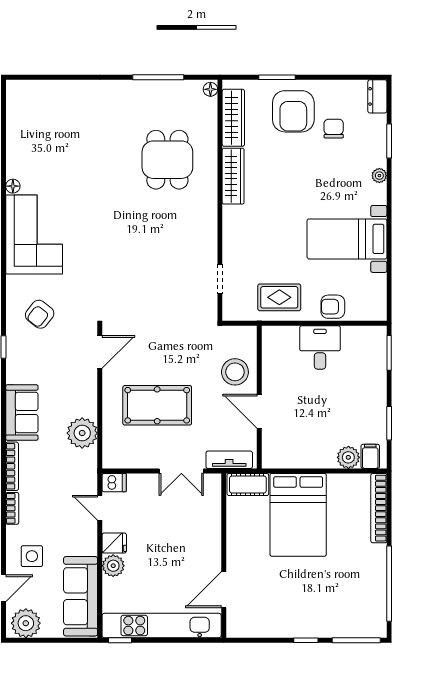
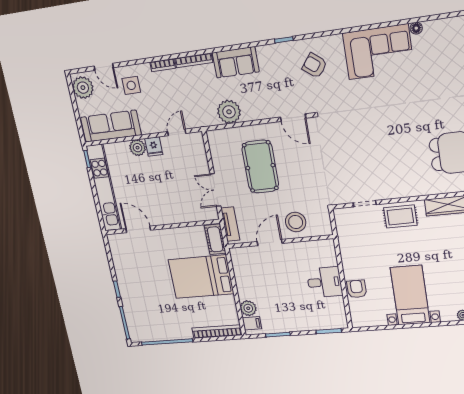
rug: (279, 297) -> (400, 216), moved, turned 90
dishwasher: (114, 483) -> (197, 141), removed

